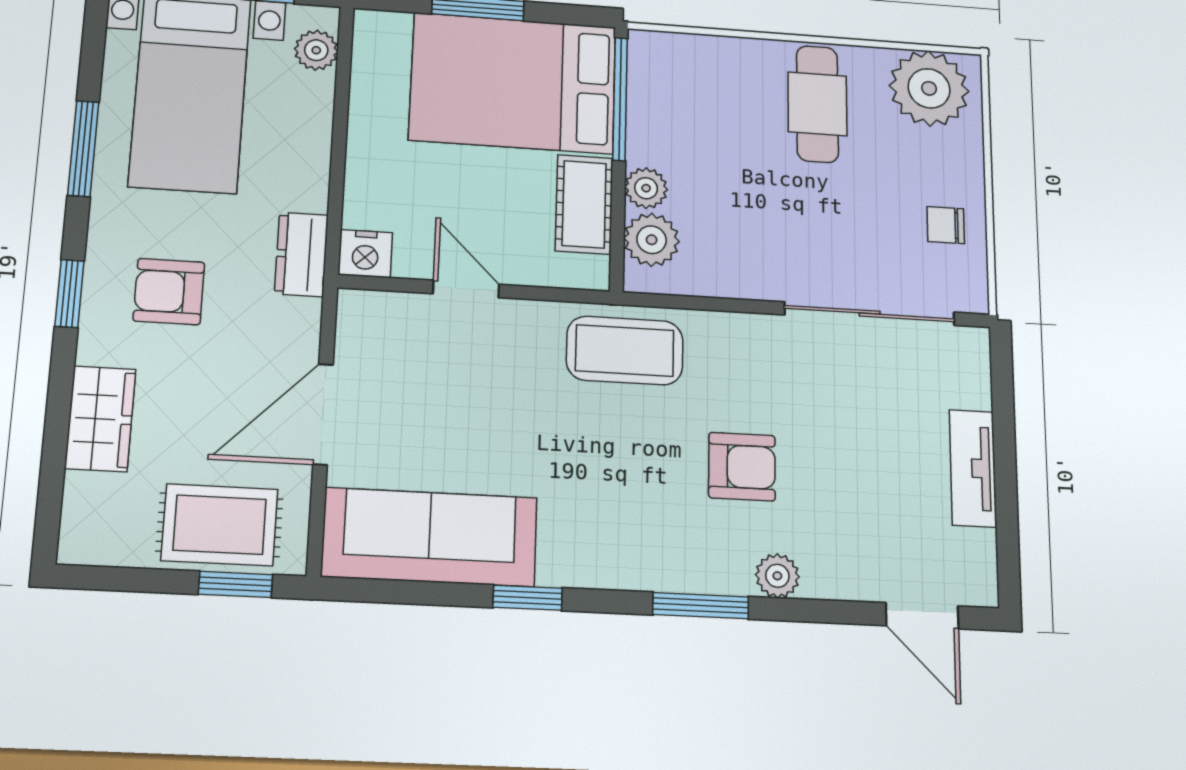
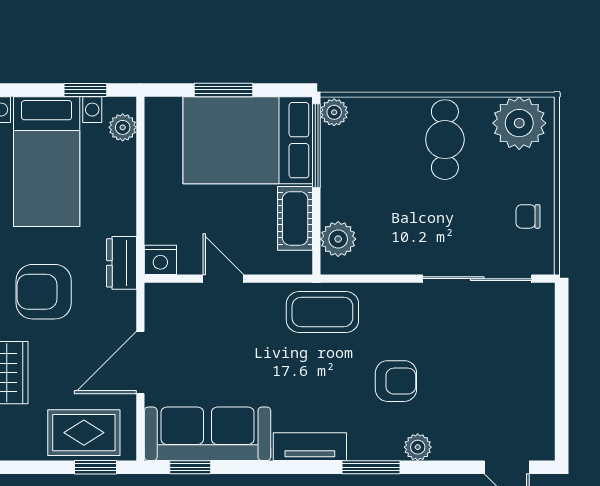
plant: (646, 188) -> (334, 112), moved
armchair: (169, 292) -> (44, 292), width x1.38, depth x1.38
tv unit: (973, 468) -> (310, 447), moved, turned 90
window: (528, 598) -> (190, 467), moved

